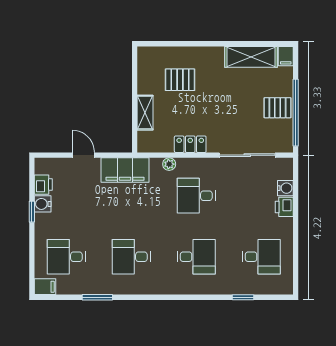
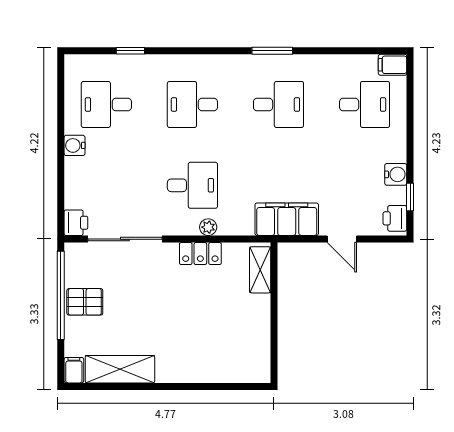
pallet: (180, 80) -> (214, 339), removed
shelving: (145, 113) -> (260, 270), moved
plant: (169, 164) -> (208, 227), moved
printer: (43, 185) -> (395, 218), moved
water cooler: (285, 188) -> (75, 145), moved
printer: (284, 207) -> (76, 223), moved
window: (32, 212) -> (410, 197), moved
window: (97, 297) -> (272, 51), moved

